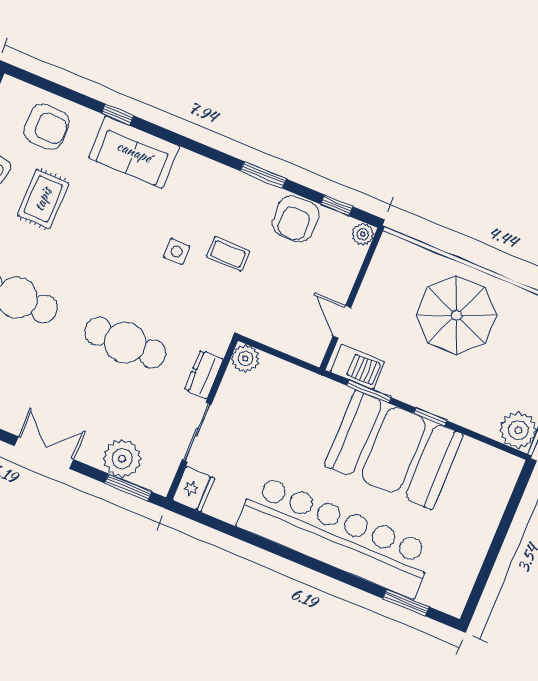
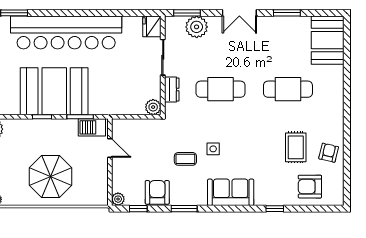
sofa: (134, 152) -> (231, 192), moved

